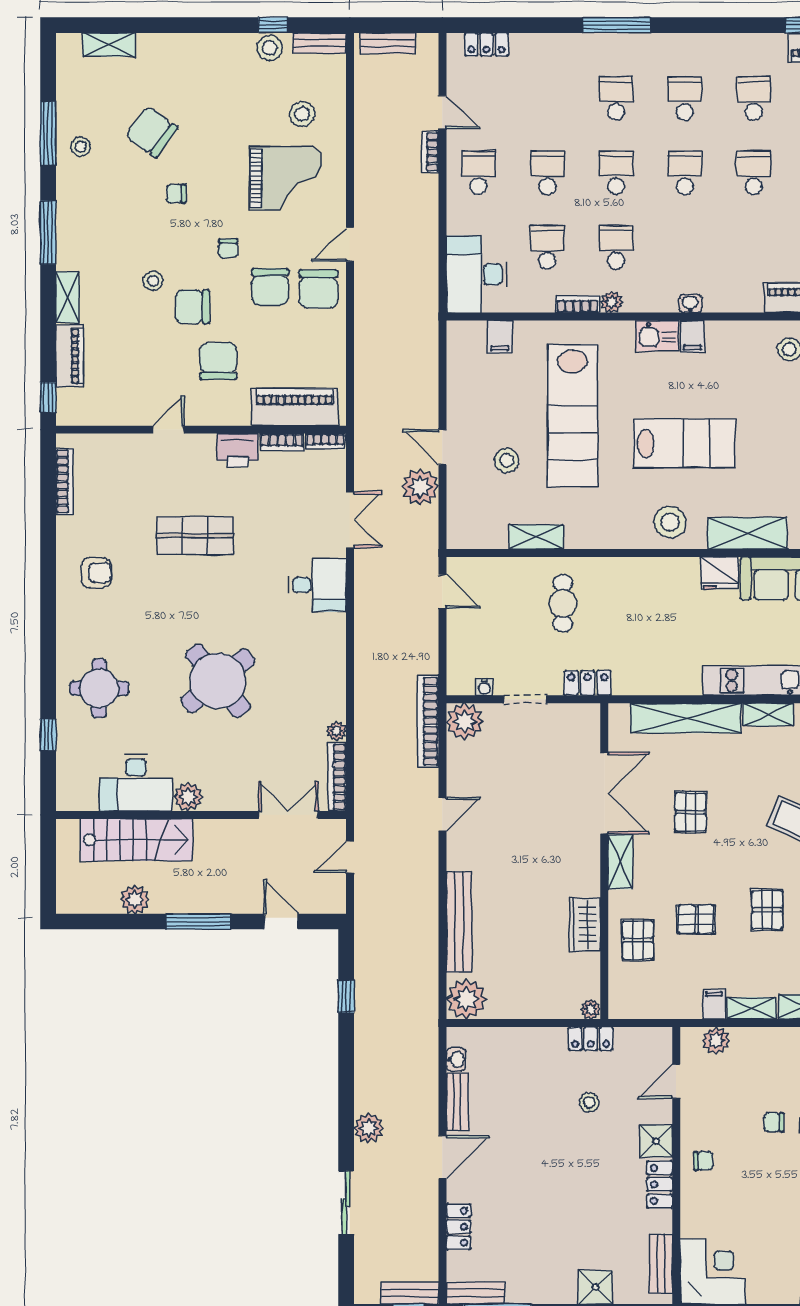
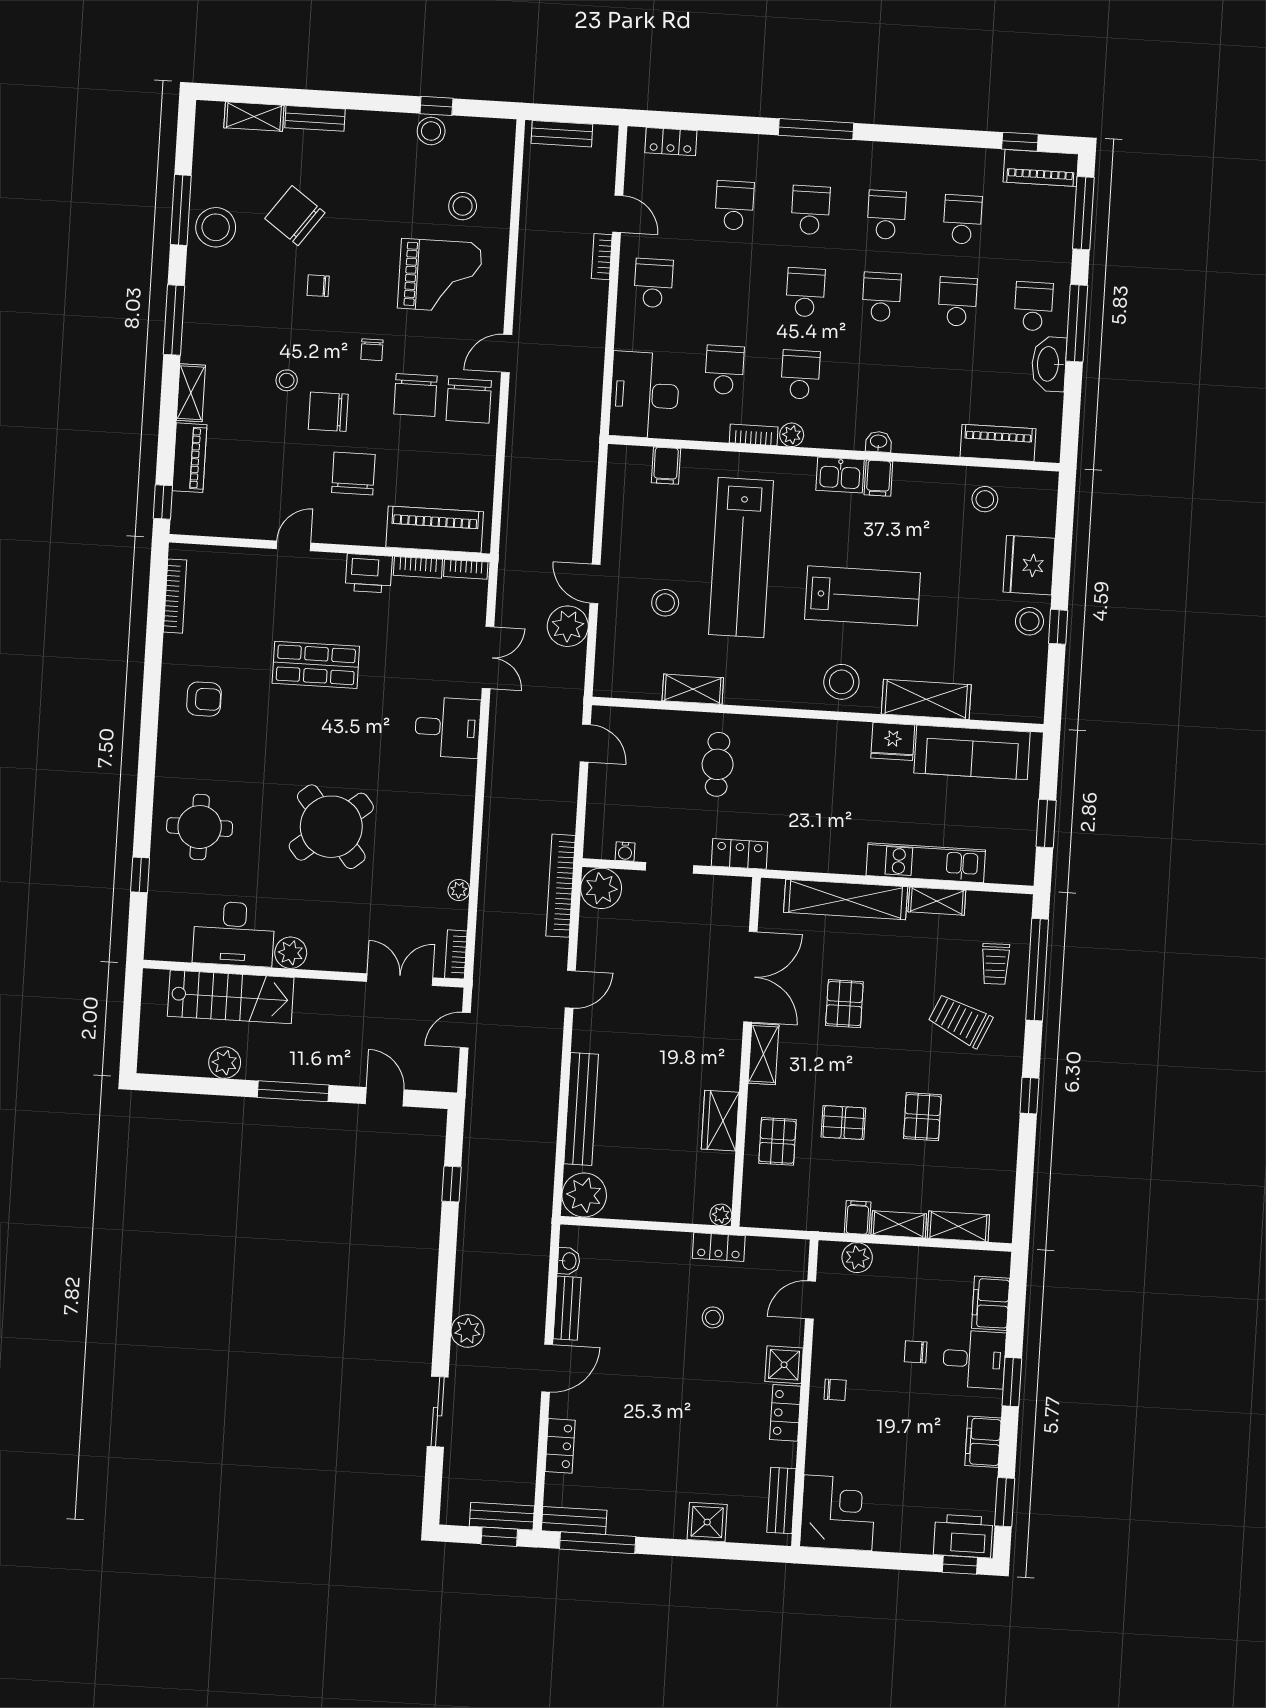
bench: (319, 43) -> (315, 118), moved
stool: (81, 147) -> (216, 227), width x1.89, depth x1.89
school desk: (547, 173) -> (734, 205), moved
bookcase: (337, 777) -> (456, 954), width x0.64

